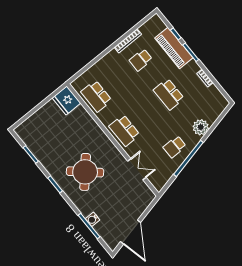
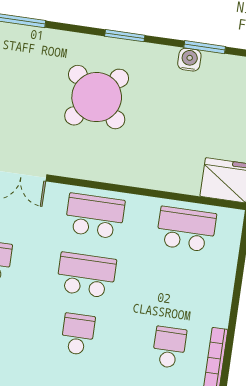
school desk: (169, 94) -> (78, 334), width x0.54
school desk: (147, 112) -> (86, 275), added
water cooler: (93, 219) -> (189, 60), moved

